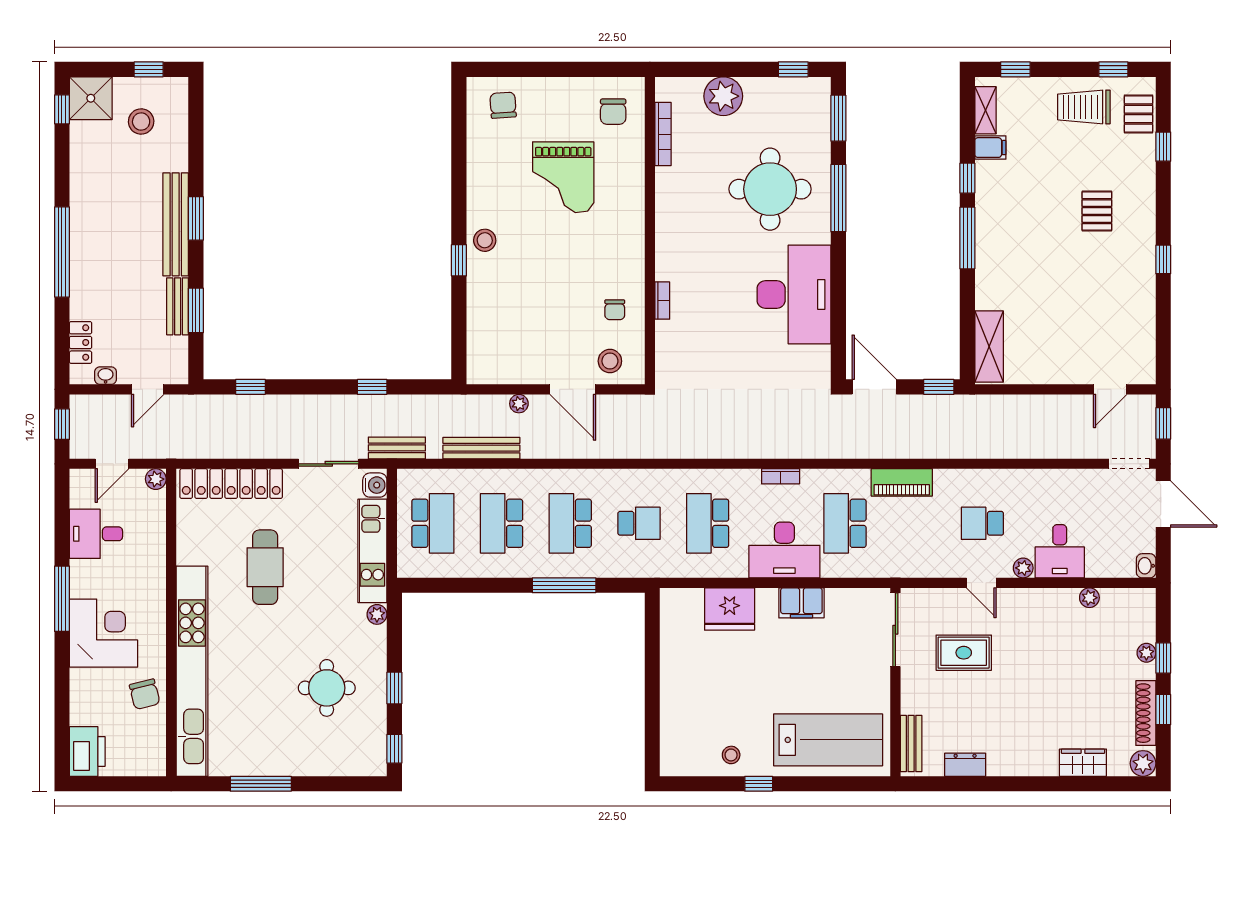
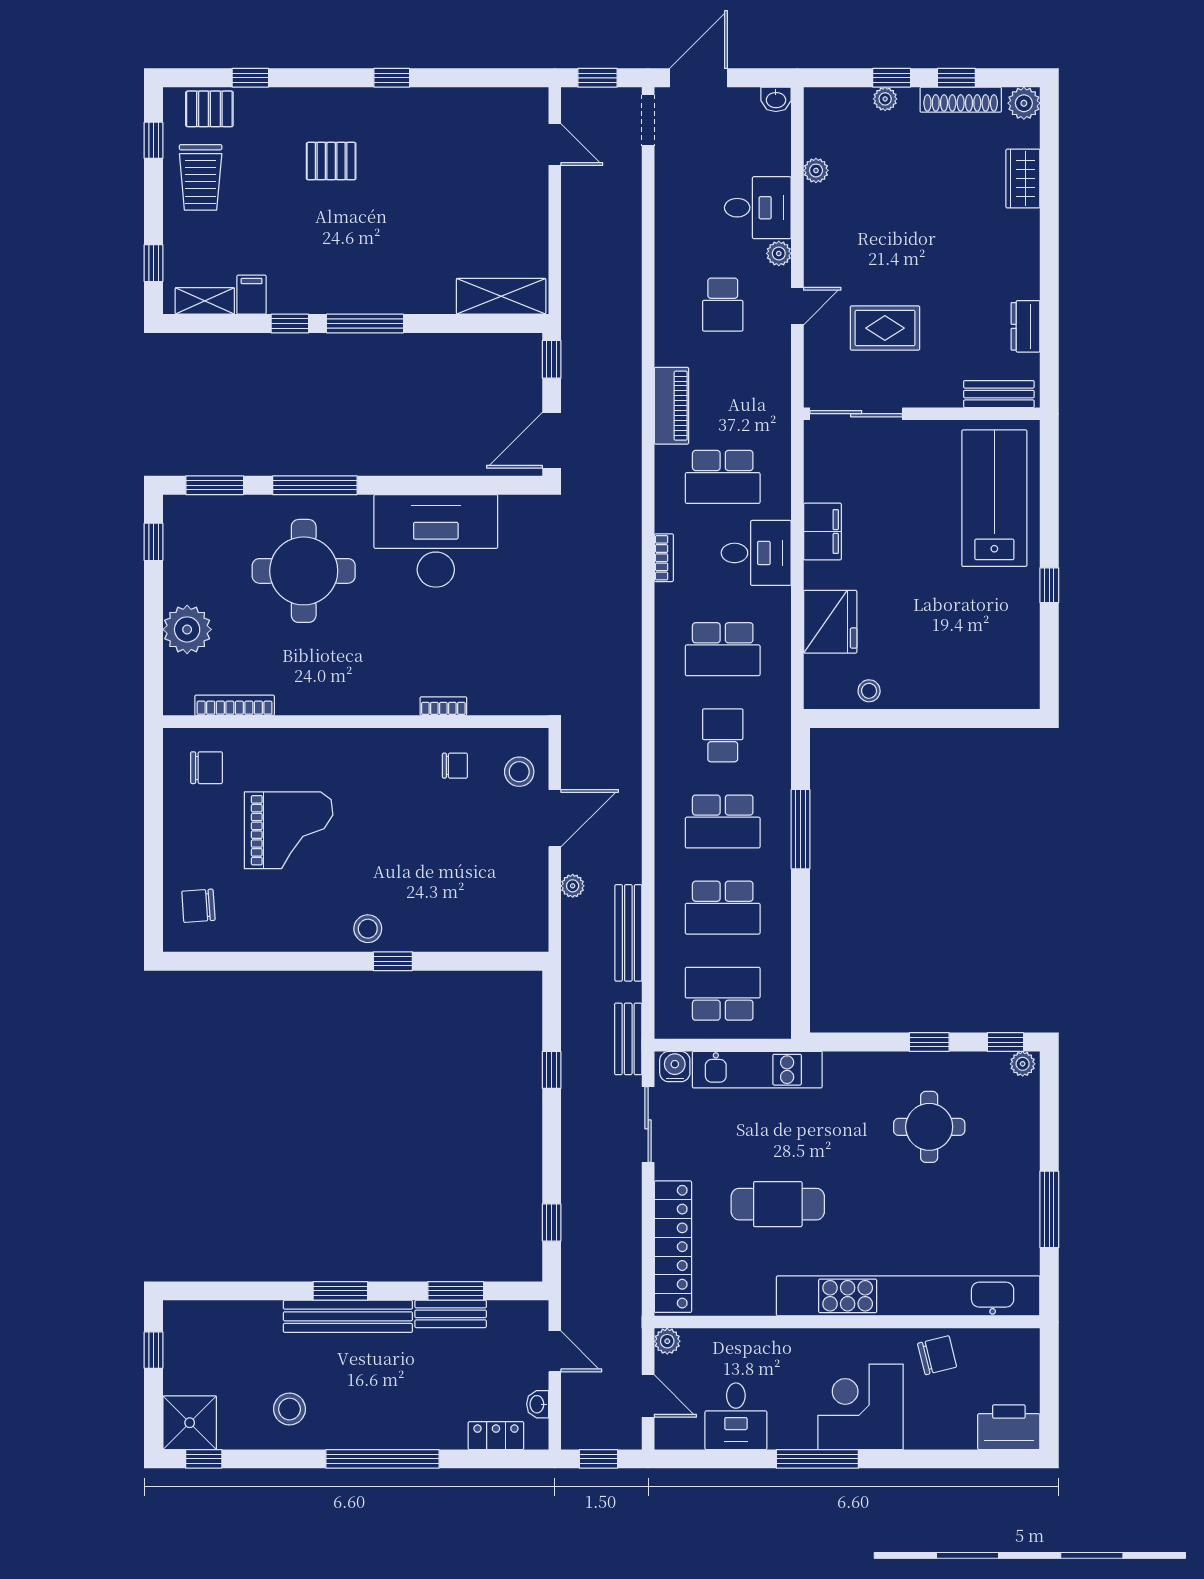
stool: (141, 121) -> (290, 1409), moved
desk: (784, 550) -> (756, 553), width x0.73
plant: (377, 614) -> (1023, 1064), moved
rug: (964, 653) -> (885, 328), turned 90
stool: (731, 755) -> (869, 691), moved

